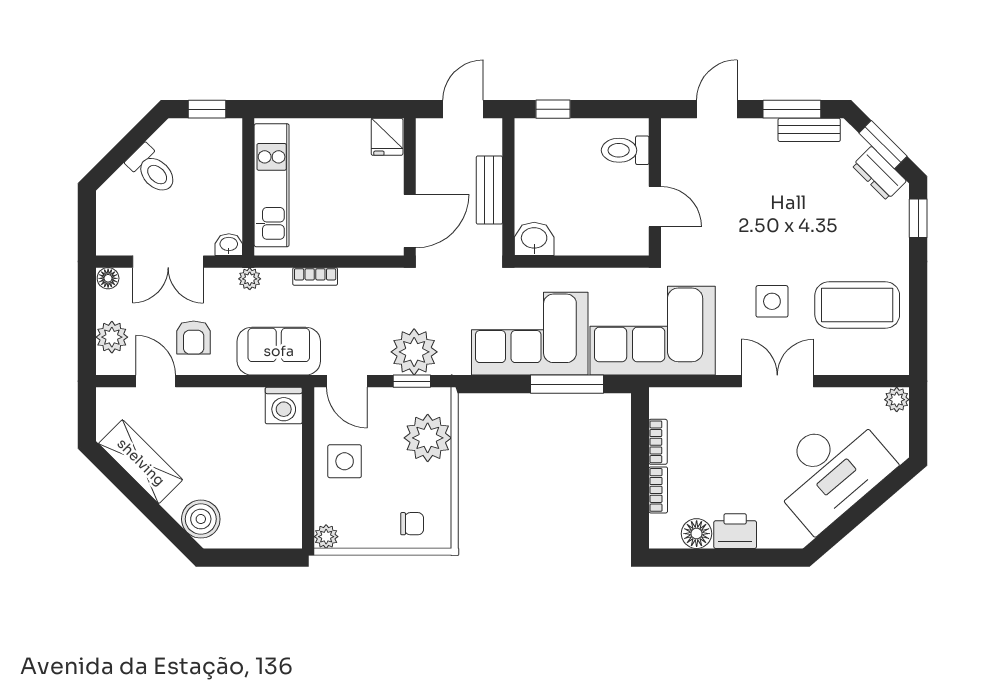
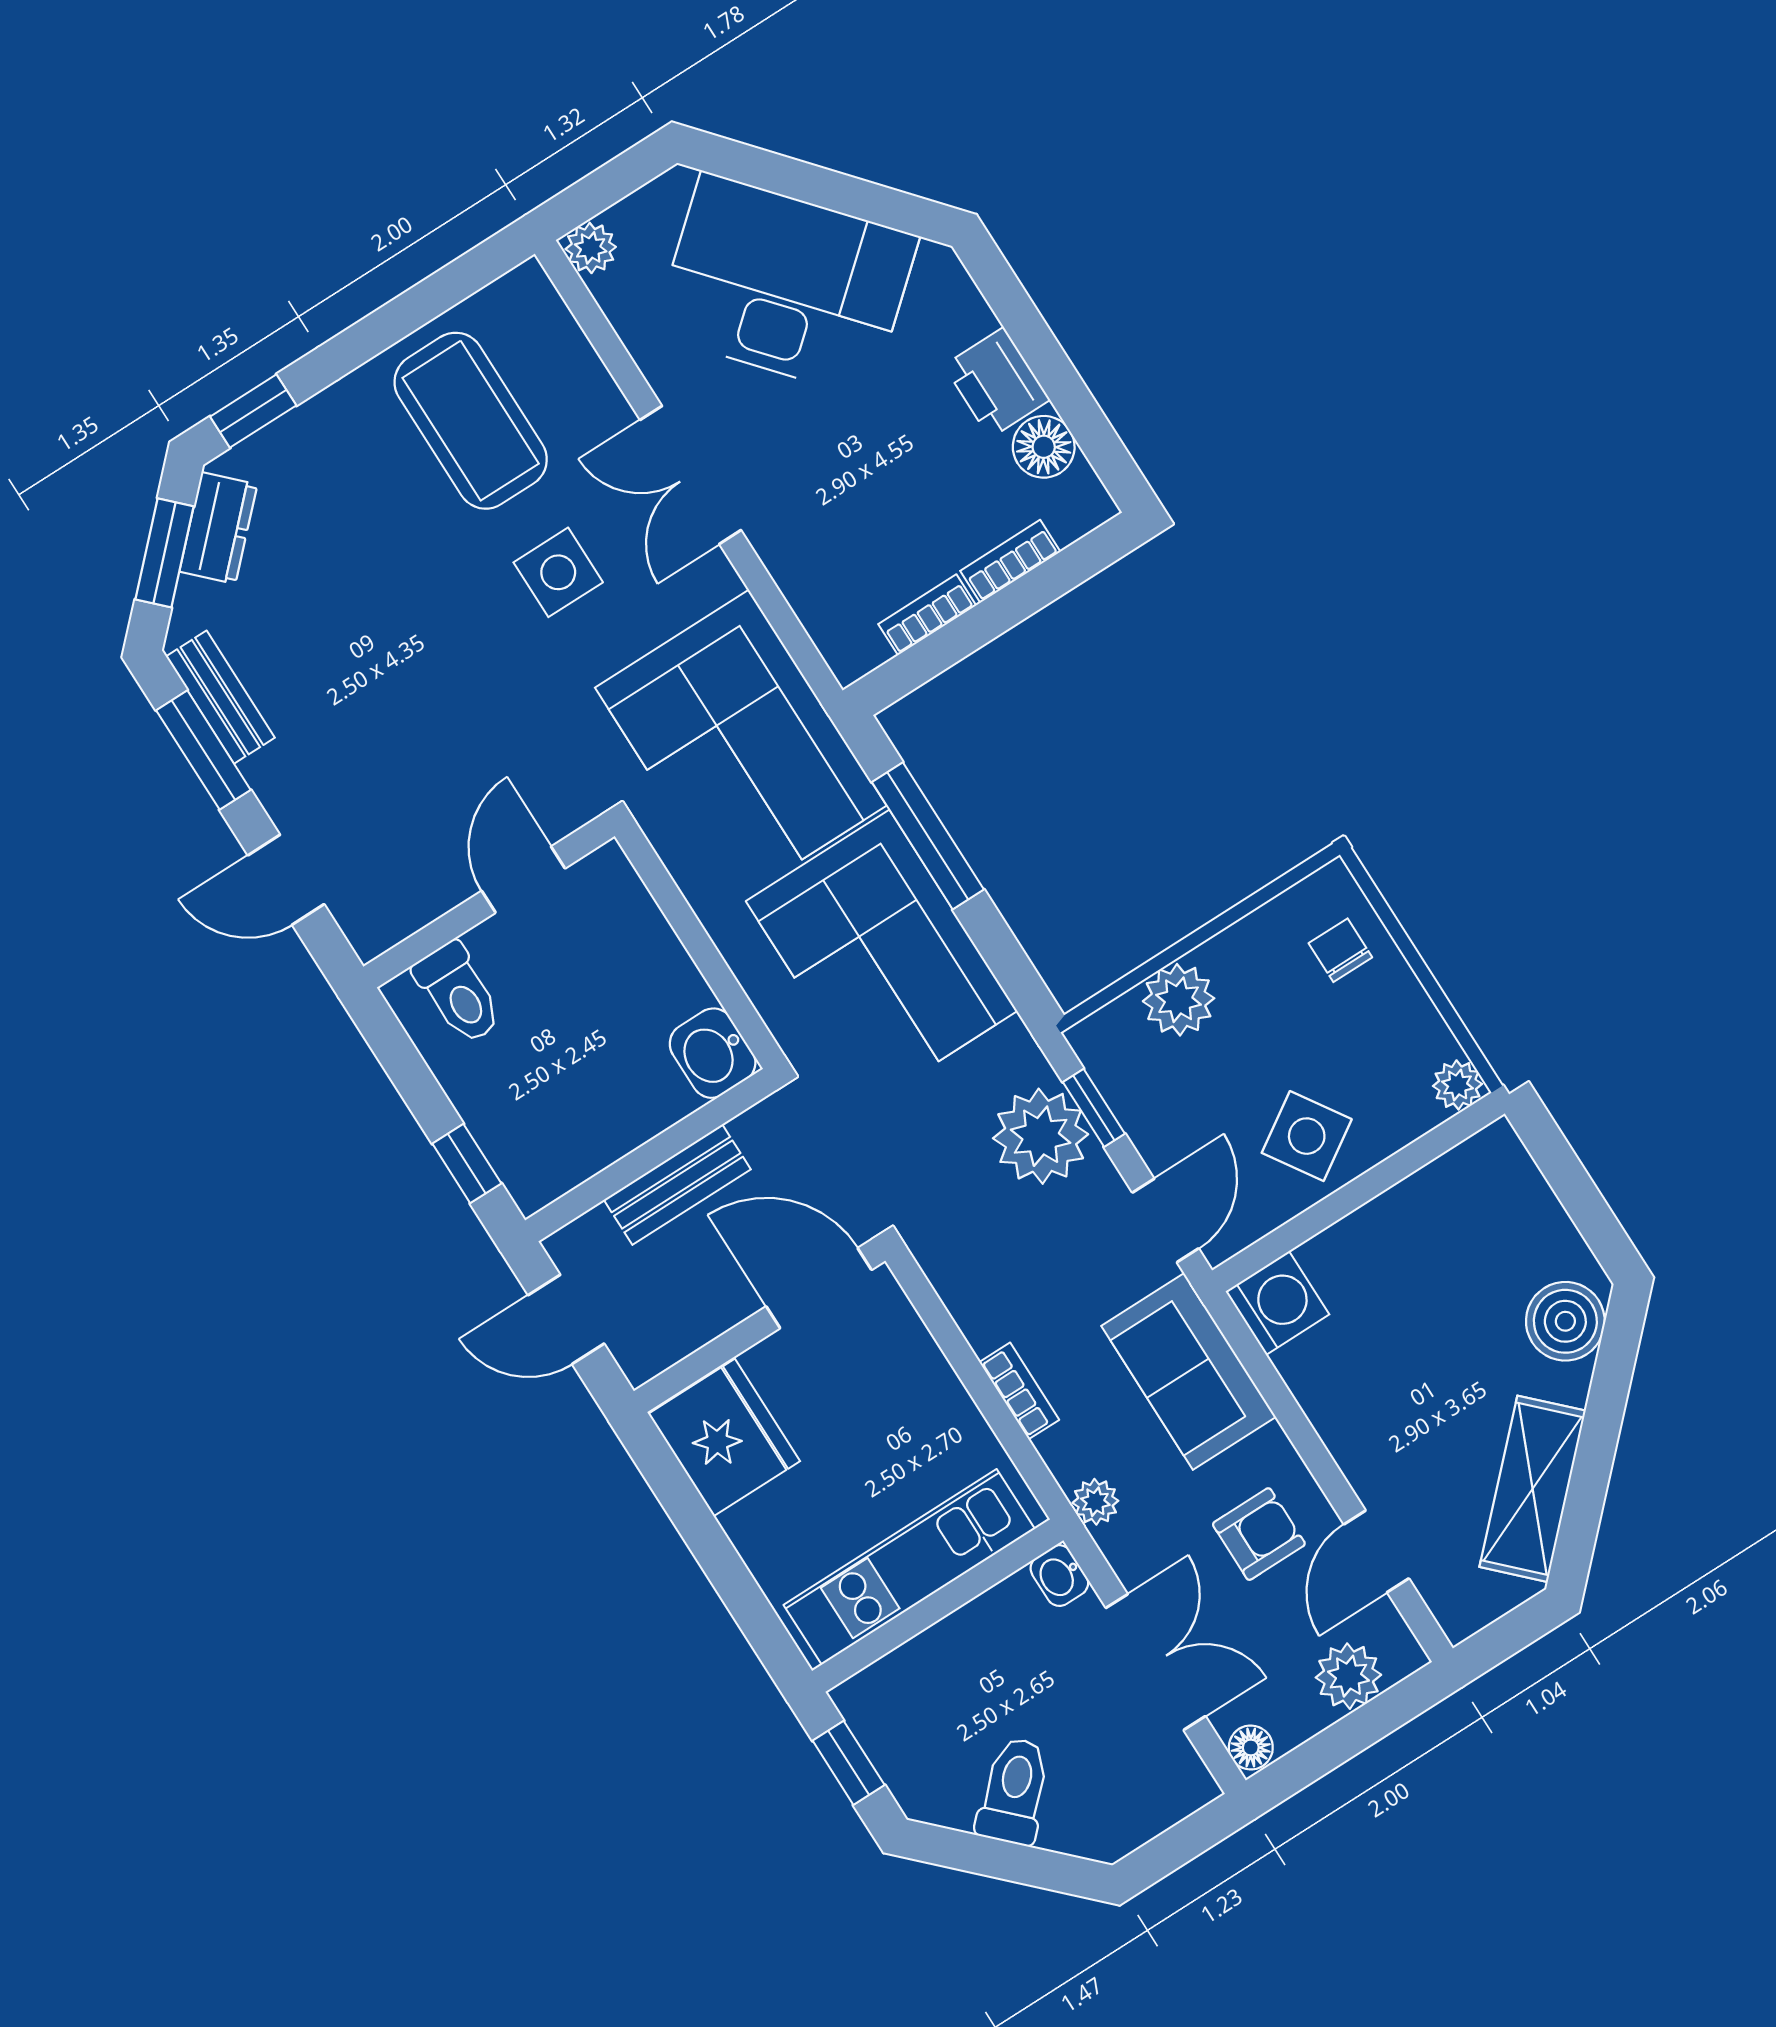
fridge: (387, 137) -> (724, 1438), width x1.88, depth x1.34
plant: (428, 438) -> (1179, 1000), width x0.73, depth x0.73
side table: (345, 461) -> (1307, 1136), turned -33

